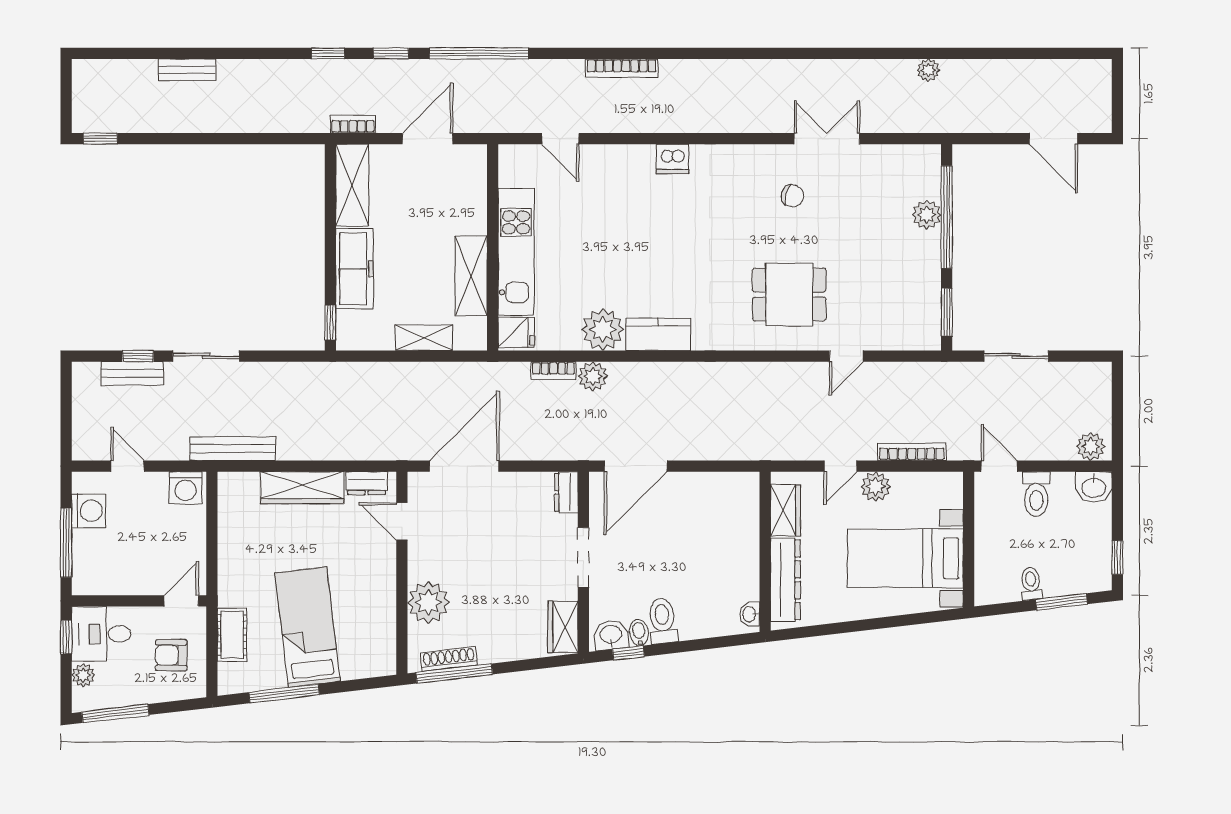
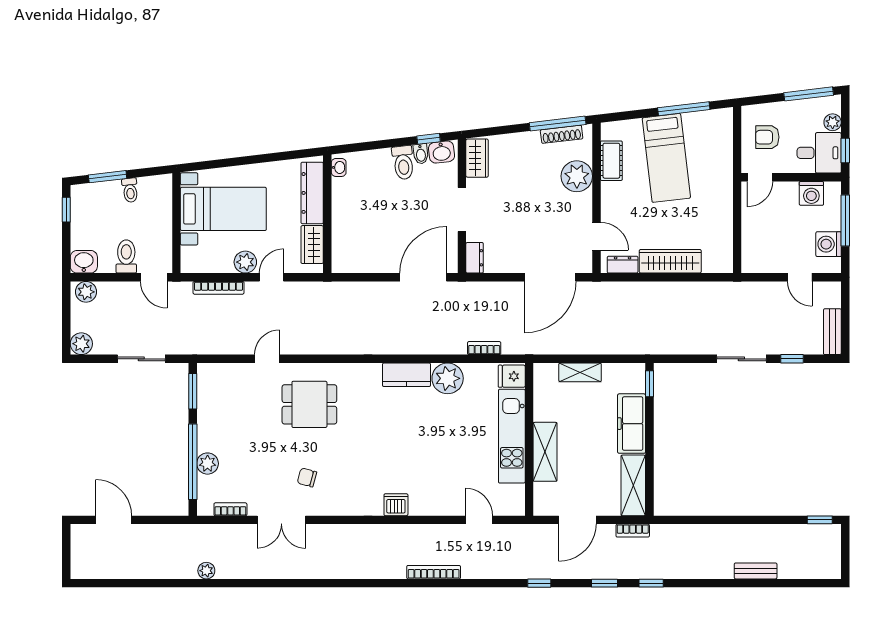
window: (479, 53) -> (539, 583), width x0.32
bookcase: (896, 153) -> (230, 509), added
shelving: (471, 276) -> (545, 452), moved
bench: (132, 373) -> (832, 332), moved, turned 90
plant: (593, 376) -> (81, 344), moved
bench: (233, 449) -> (722, 290), removed
washing machine: (186, 488) -> (811, 193), moved, turned 180
cot: (232, 635) -> (611, 161), moved
armchair: (171, 655) -> (767, 137), turned 180

